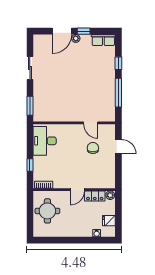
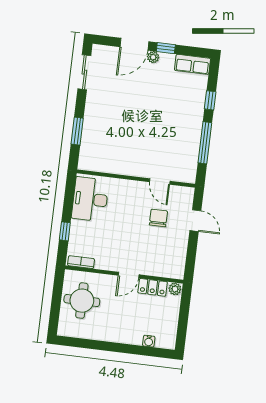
sliding door: (30, 68) -> (84, 72), moved
window: (30, 106) -> (77, 131), moved
fridge: (109, 221) -> (169, 325), removed

